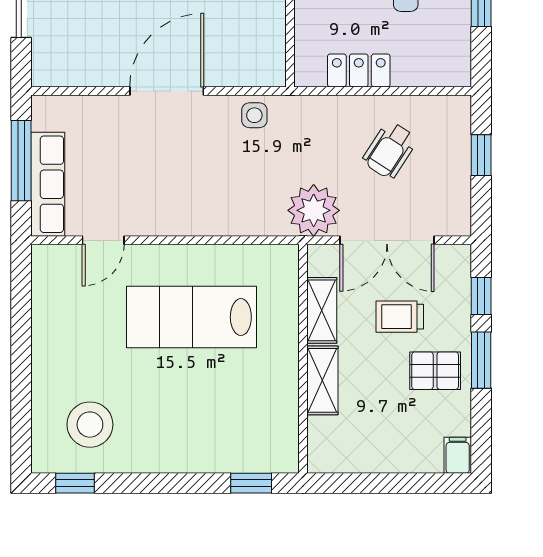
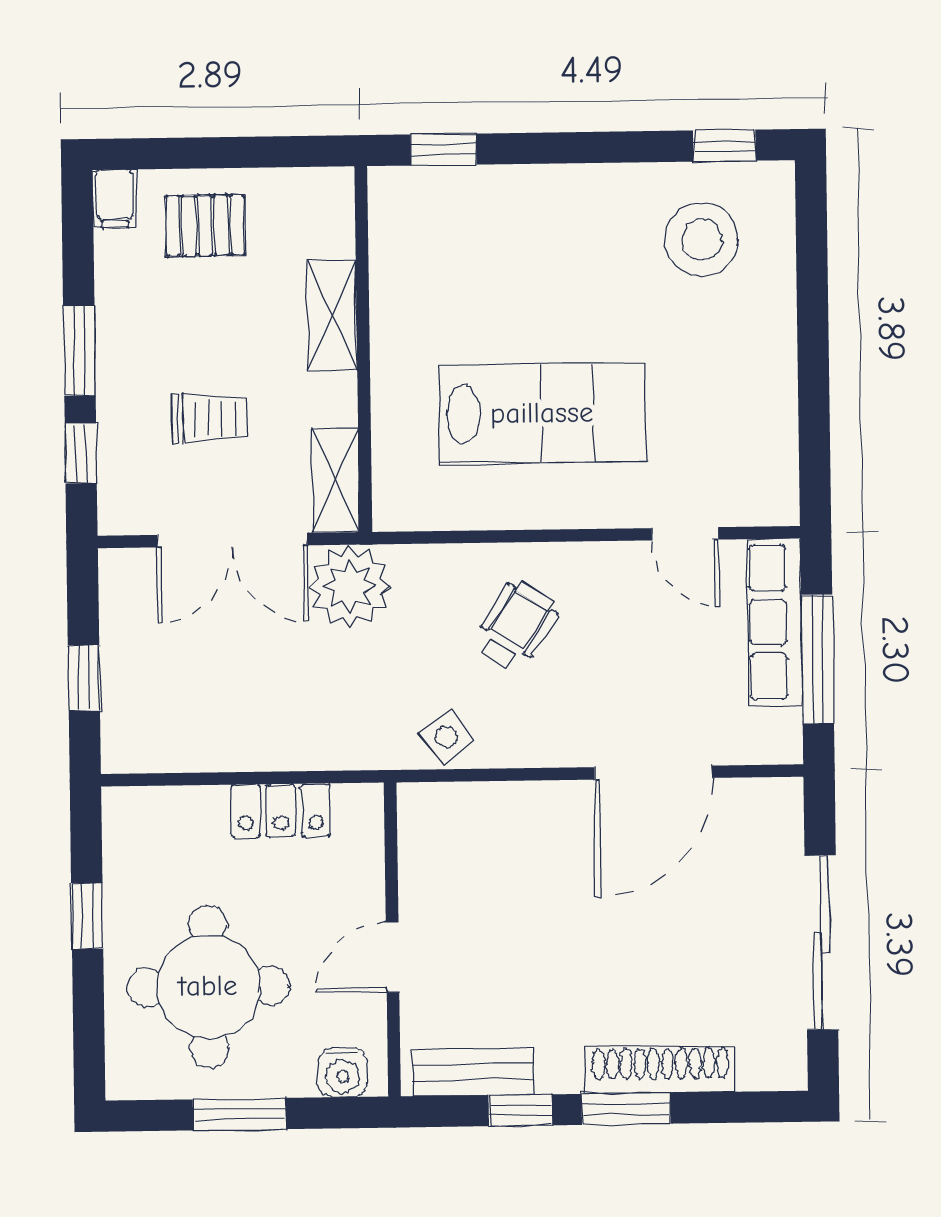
door: (167, 91) -> (653, 773), moved
side table: (254, 115) -> (446, 737), turned -37
wheelchair: (390, 150) -> (516, 626), moved
door: (103, 240) -> (685, 534), swing flipped
double door: (387, 240) -> (232, 540), swing flipped
shelving: (322, 310) -> (335, 480), moved
pallet: (435, 371) -> (205, 225), moved

